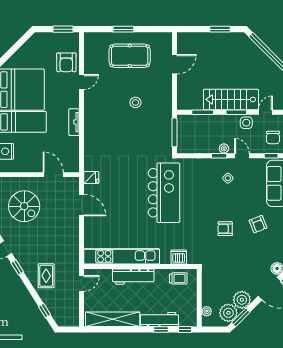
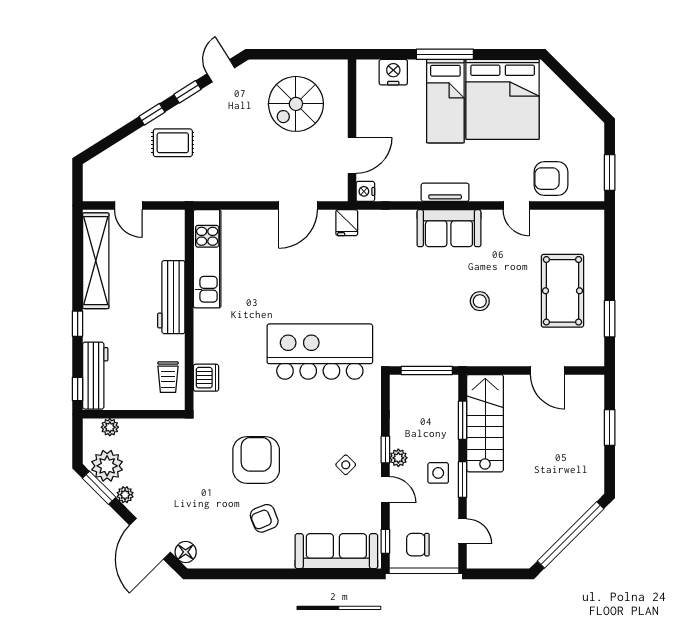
window: (123, 29) -> (610, 319), moved
window: (220, 29) -> (610, 427), moved
stairs: (231, 99) -> (485, 423), moved
sofa: (94, 120) -> (449, 228), added
side table: (246, 123) -> (438, 473), moved
door: (242, 156) -> (385, 490), hinge flipped
nightstand: (74, 167) -> (365, 191), added
kitchen island: (164, 193) -> (320, 352), turned 180
armchair: (225, 229) -> (256, 460), width x1.88, depth x1.88
kitchen unit: (122, 256) -> (207, 259), width x0.73
door: (82, 283) -> (128, 206), moved
plant: (242, 300) -> (125, 495), width x0.53, depth x0.53
window: (45, 311) -> (152, 114), moved
workbench: (159, 319) -> (95, 376), moved
window: (161, 329) -> (78, 324), moved

